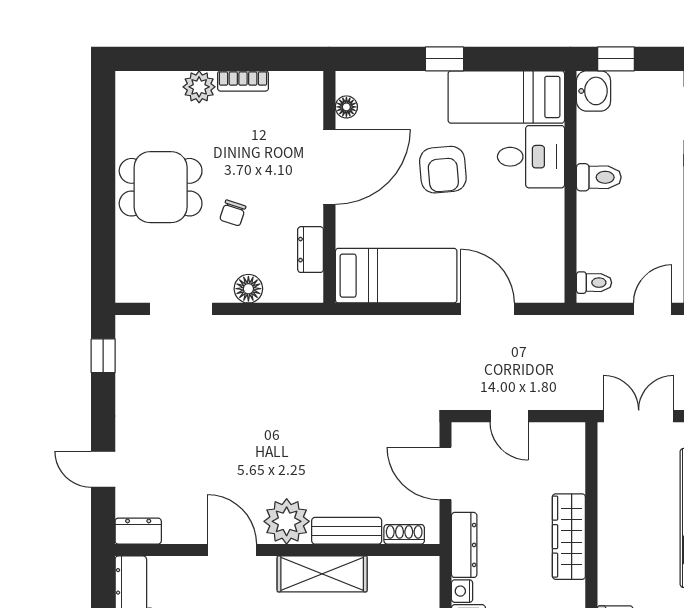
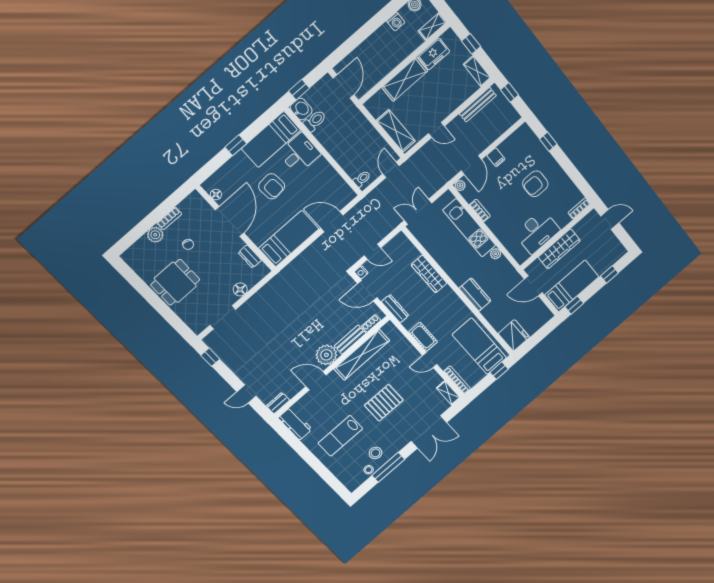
toilet: (599, 177) -> (315, 121), moved
chair: (233, 213) -> (188, 244), moved
shelving: (322, 574) -> (362, 355), width x1.47
nightstand: (462, 591) -> (361, 272), moved

